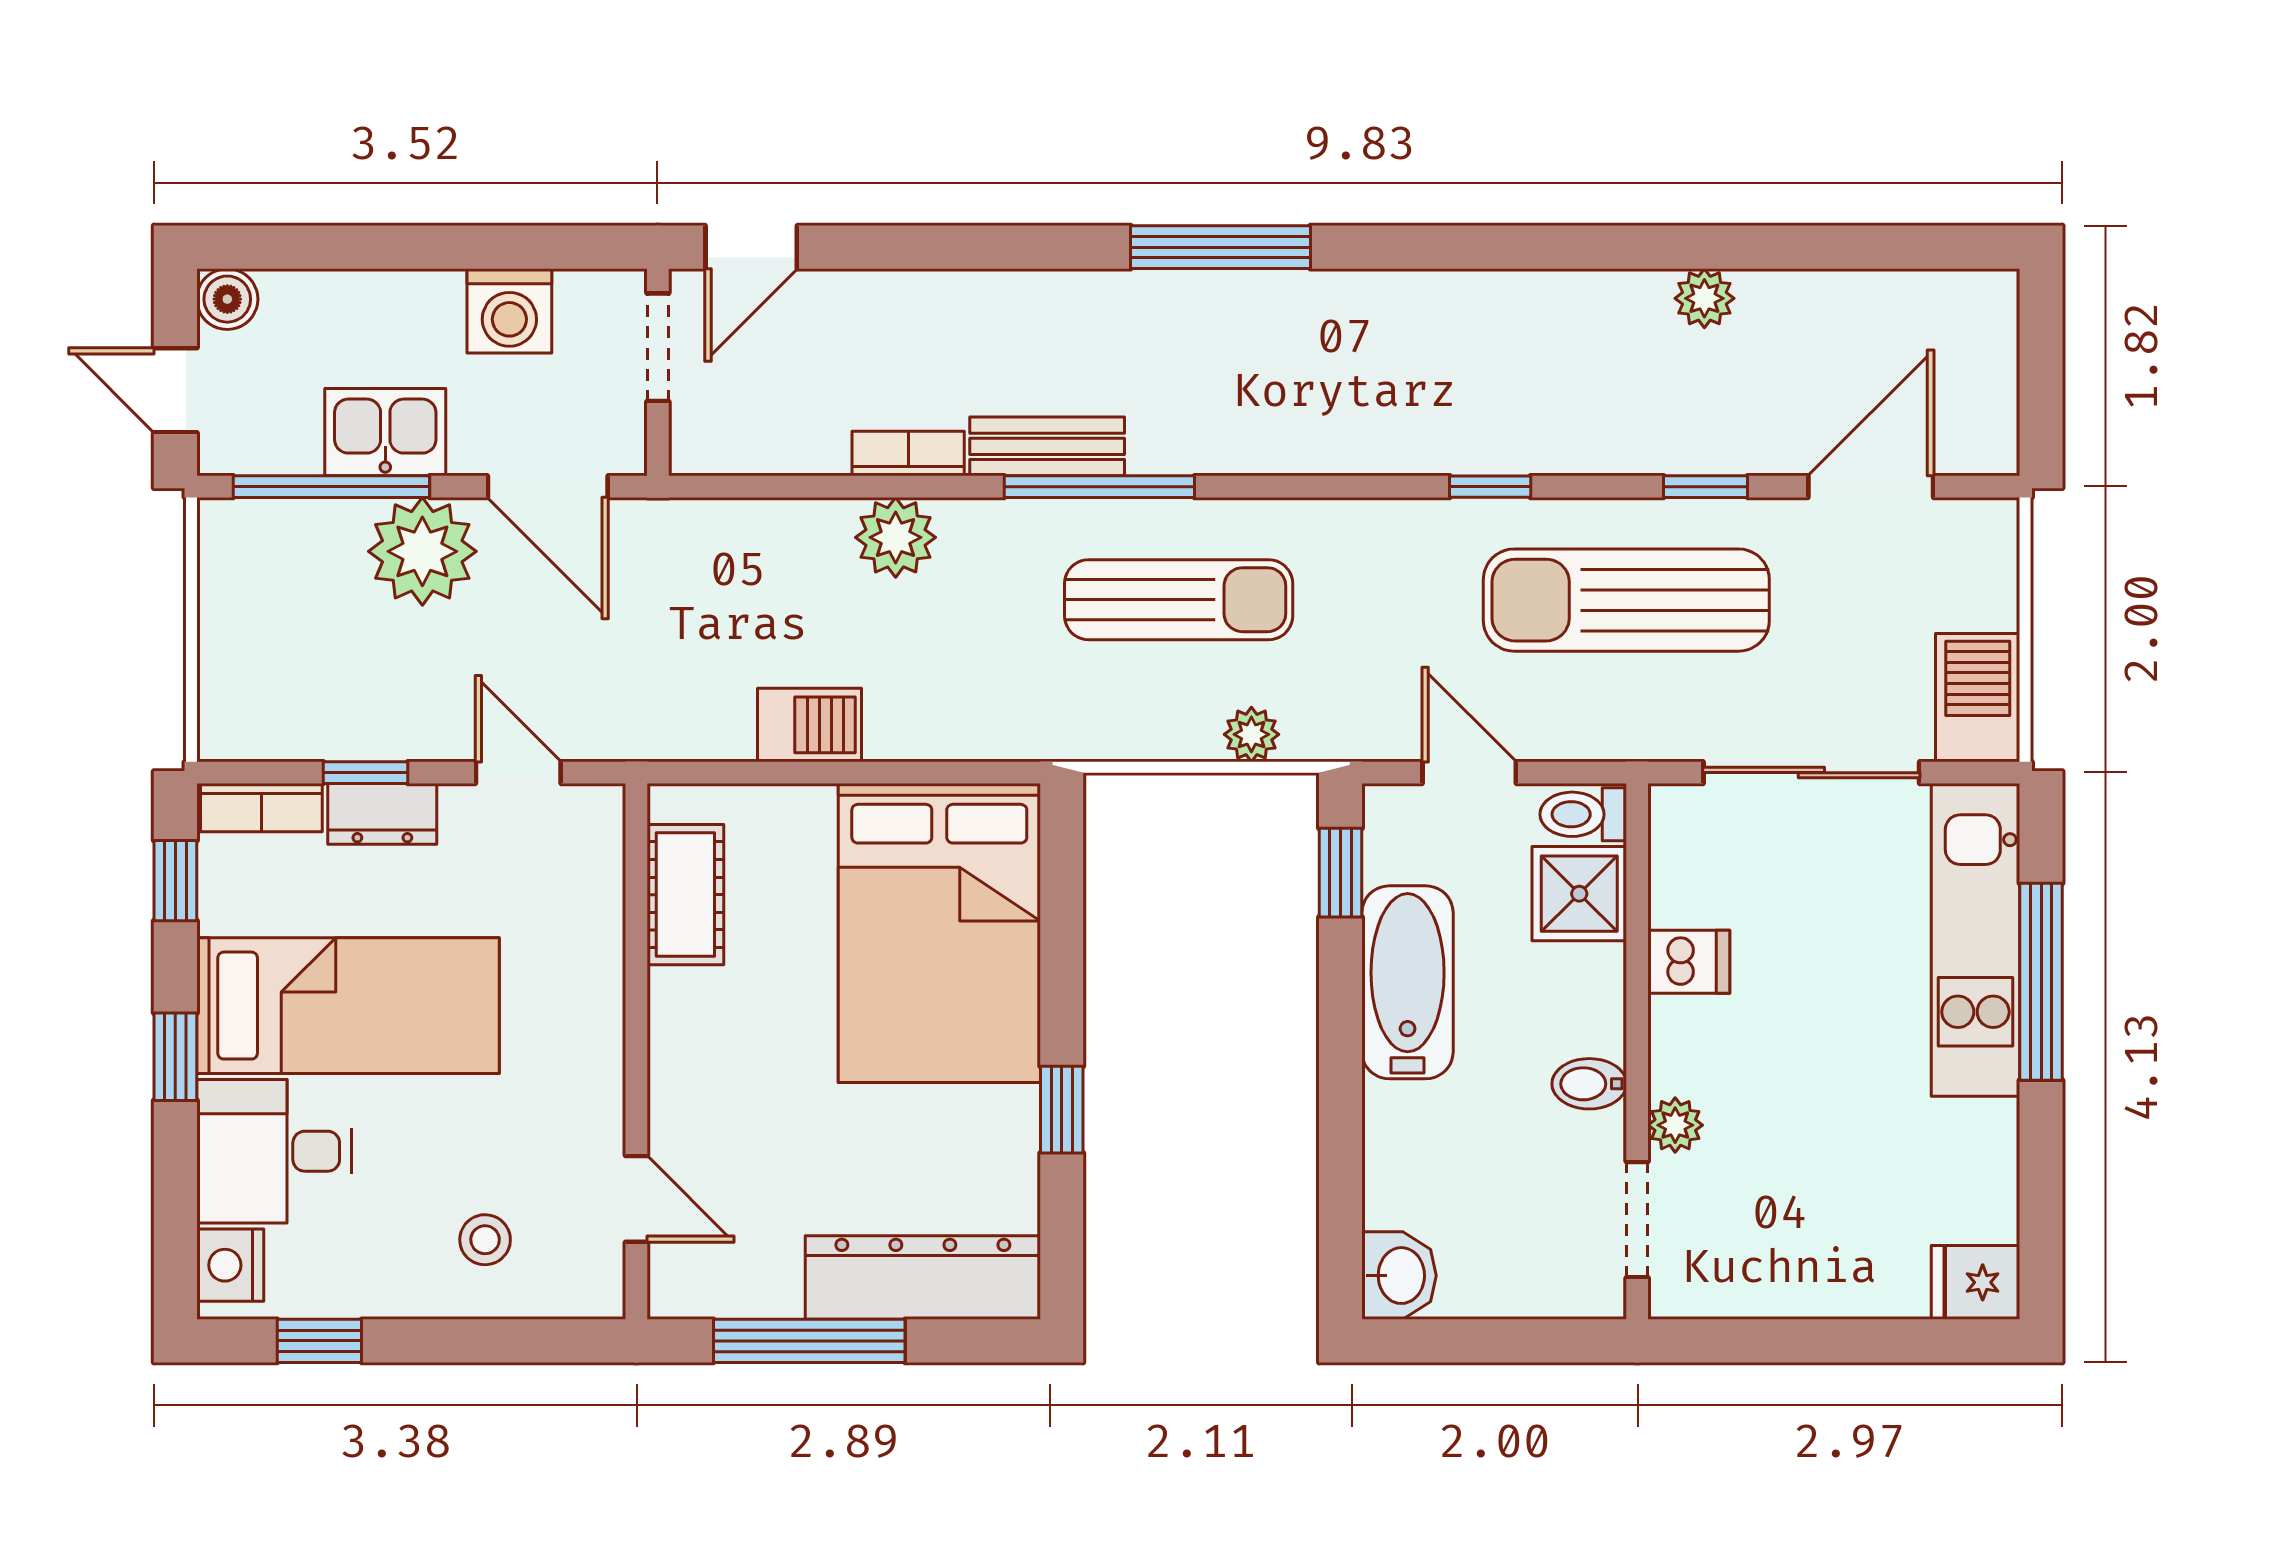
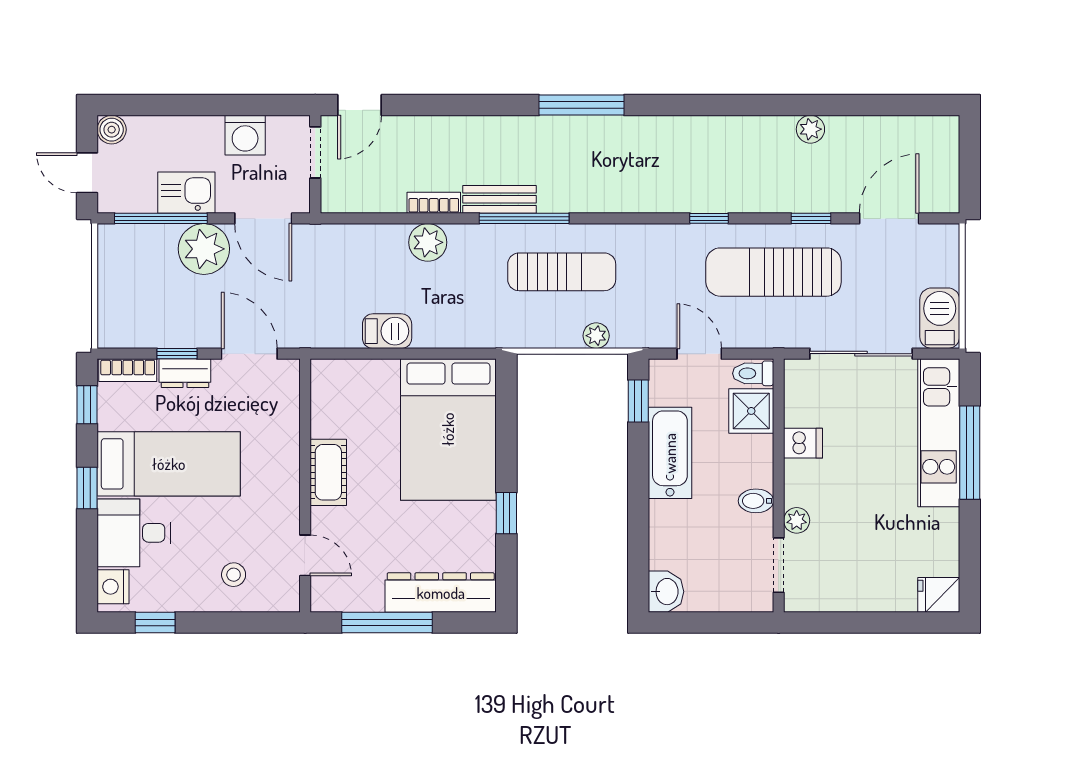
door: (518, 773) -> (249, 354), width x1.38
cot: (685, 895) -> (328, 472), moved

